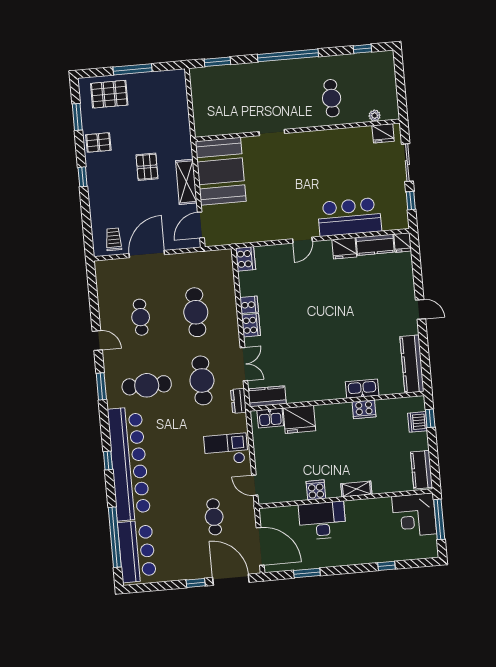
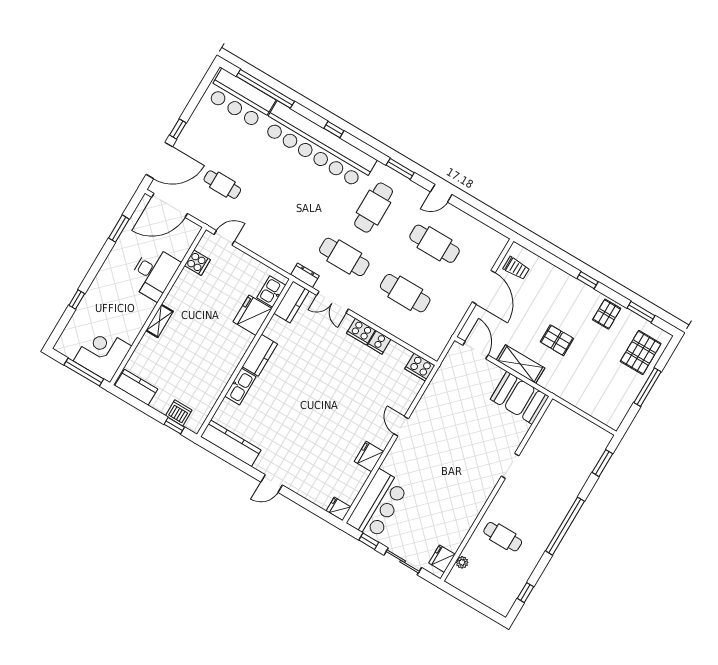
booth: (221, 171) -> (520, 398), width x0.73, depth x0.70
bar counter: (349, 217) -> (378, 505), moved
kitchen counter: (375, 245) -> (260, 355), moved, turned 180
cafe table: (141, 317) -> (435, 244), width x1.37, depth x1.35
cooker: (364, 409) -> (222, 376), removed
checkout: (226, 449) -> (272, 236), removed
cooker: (316, 490) -> (197, 263), moved

